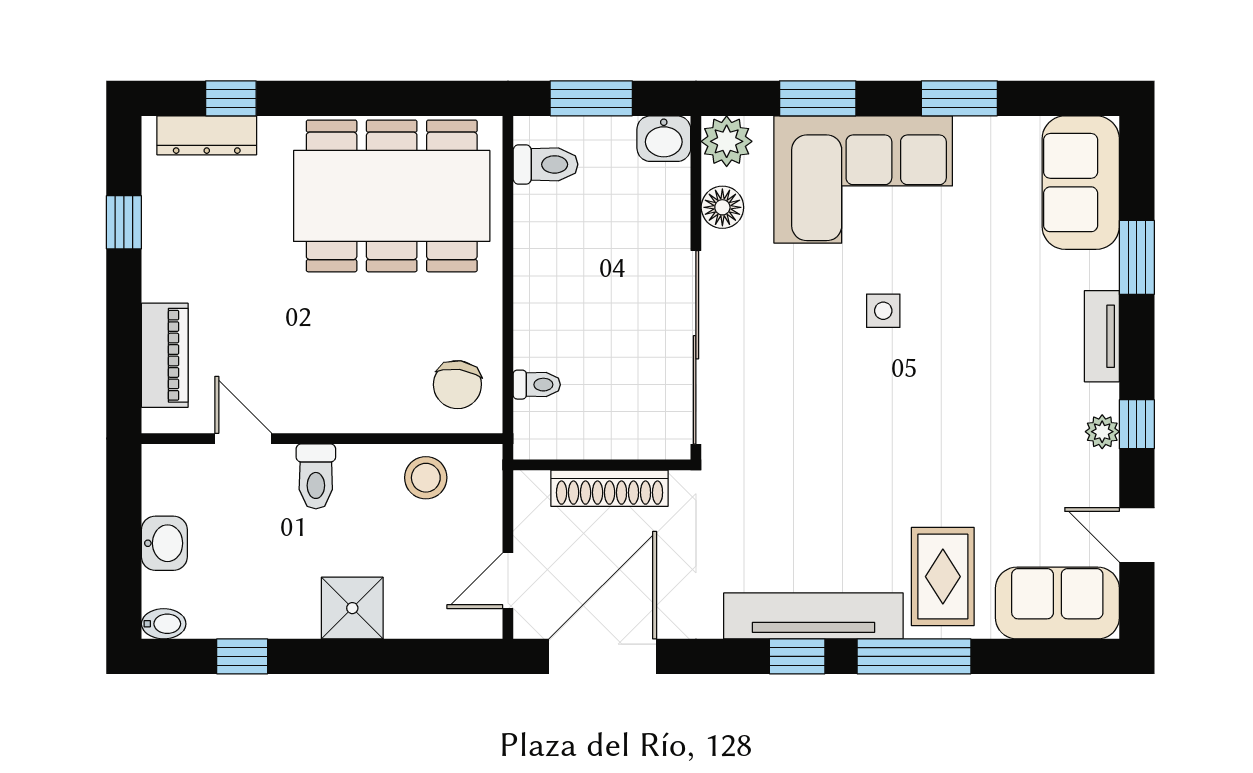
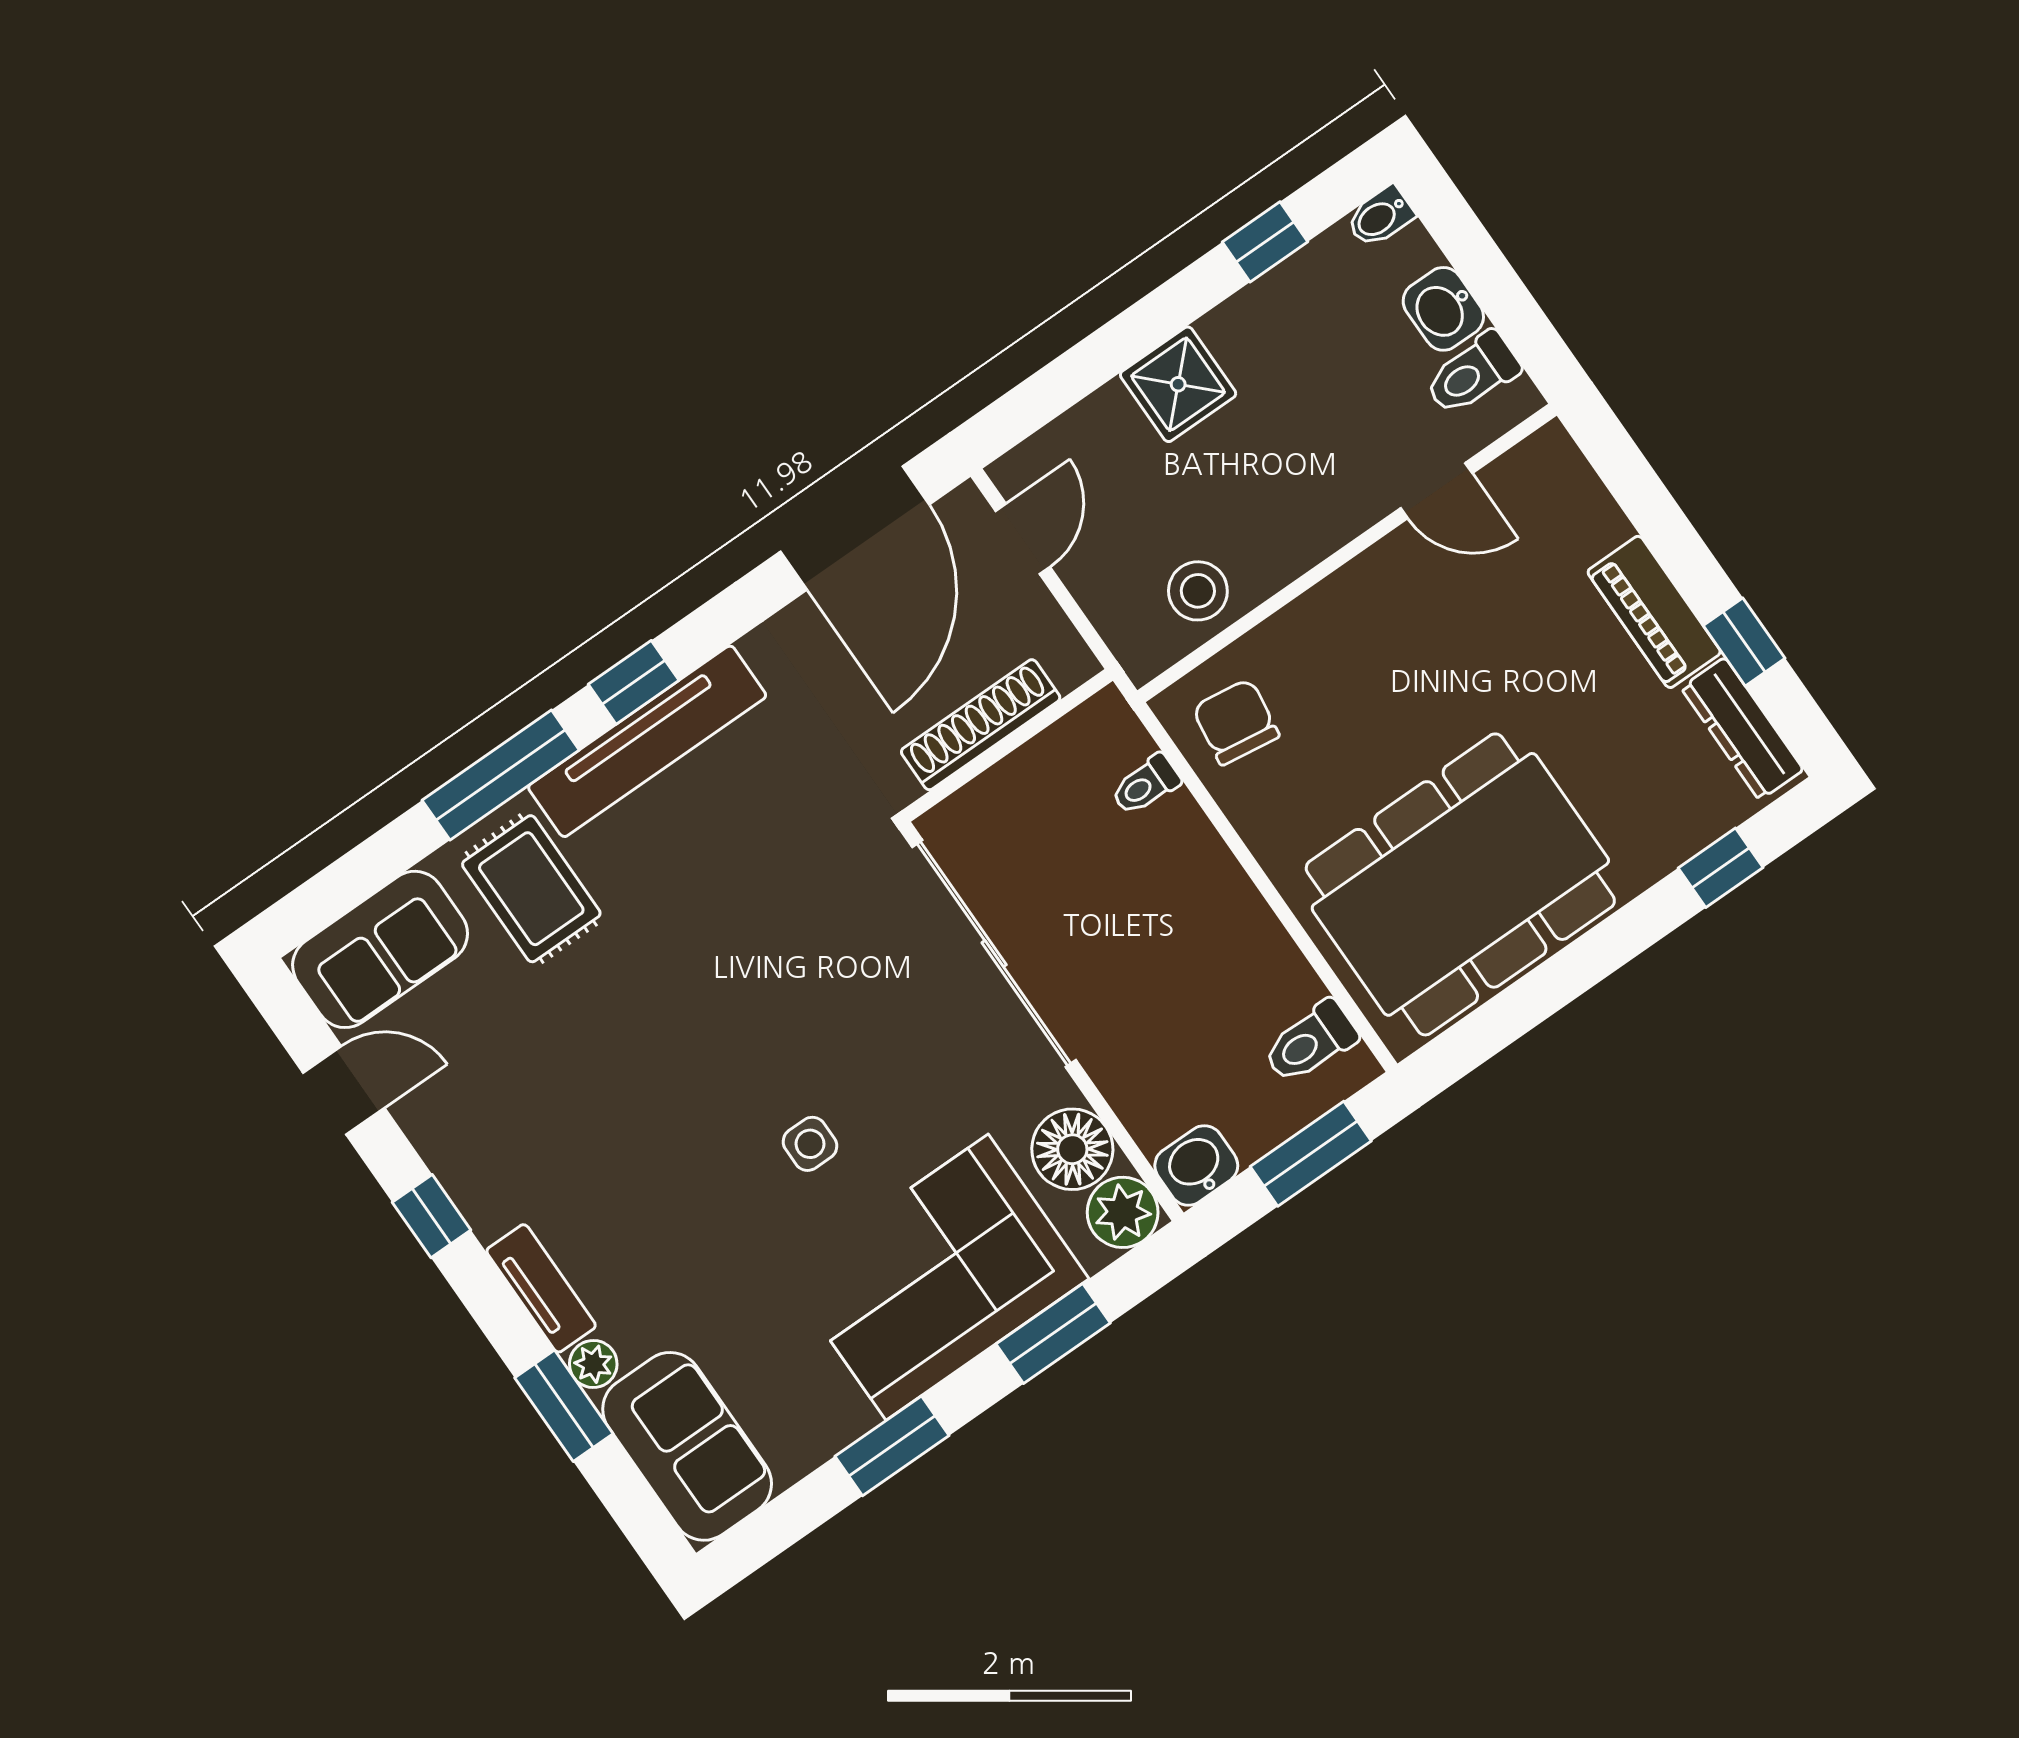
dresser: (207, 135) -> (1742, 729), moved, turned -90
floor lamp: (722, 207) -> (1072, 1149), width x1.38, depth x1.38
piano: (165, 355) -> (1654, 612), moved
plant: (1102, 432) -> (593, 1364), moved
toilet: (316, 476) -> (1472, 374), moved, turned -90

